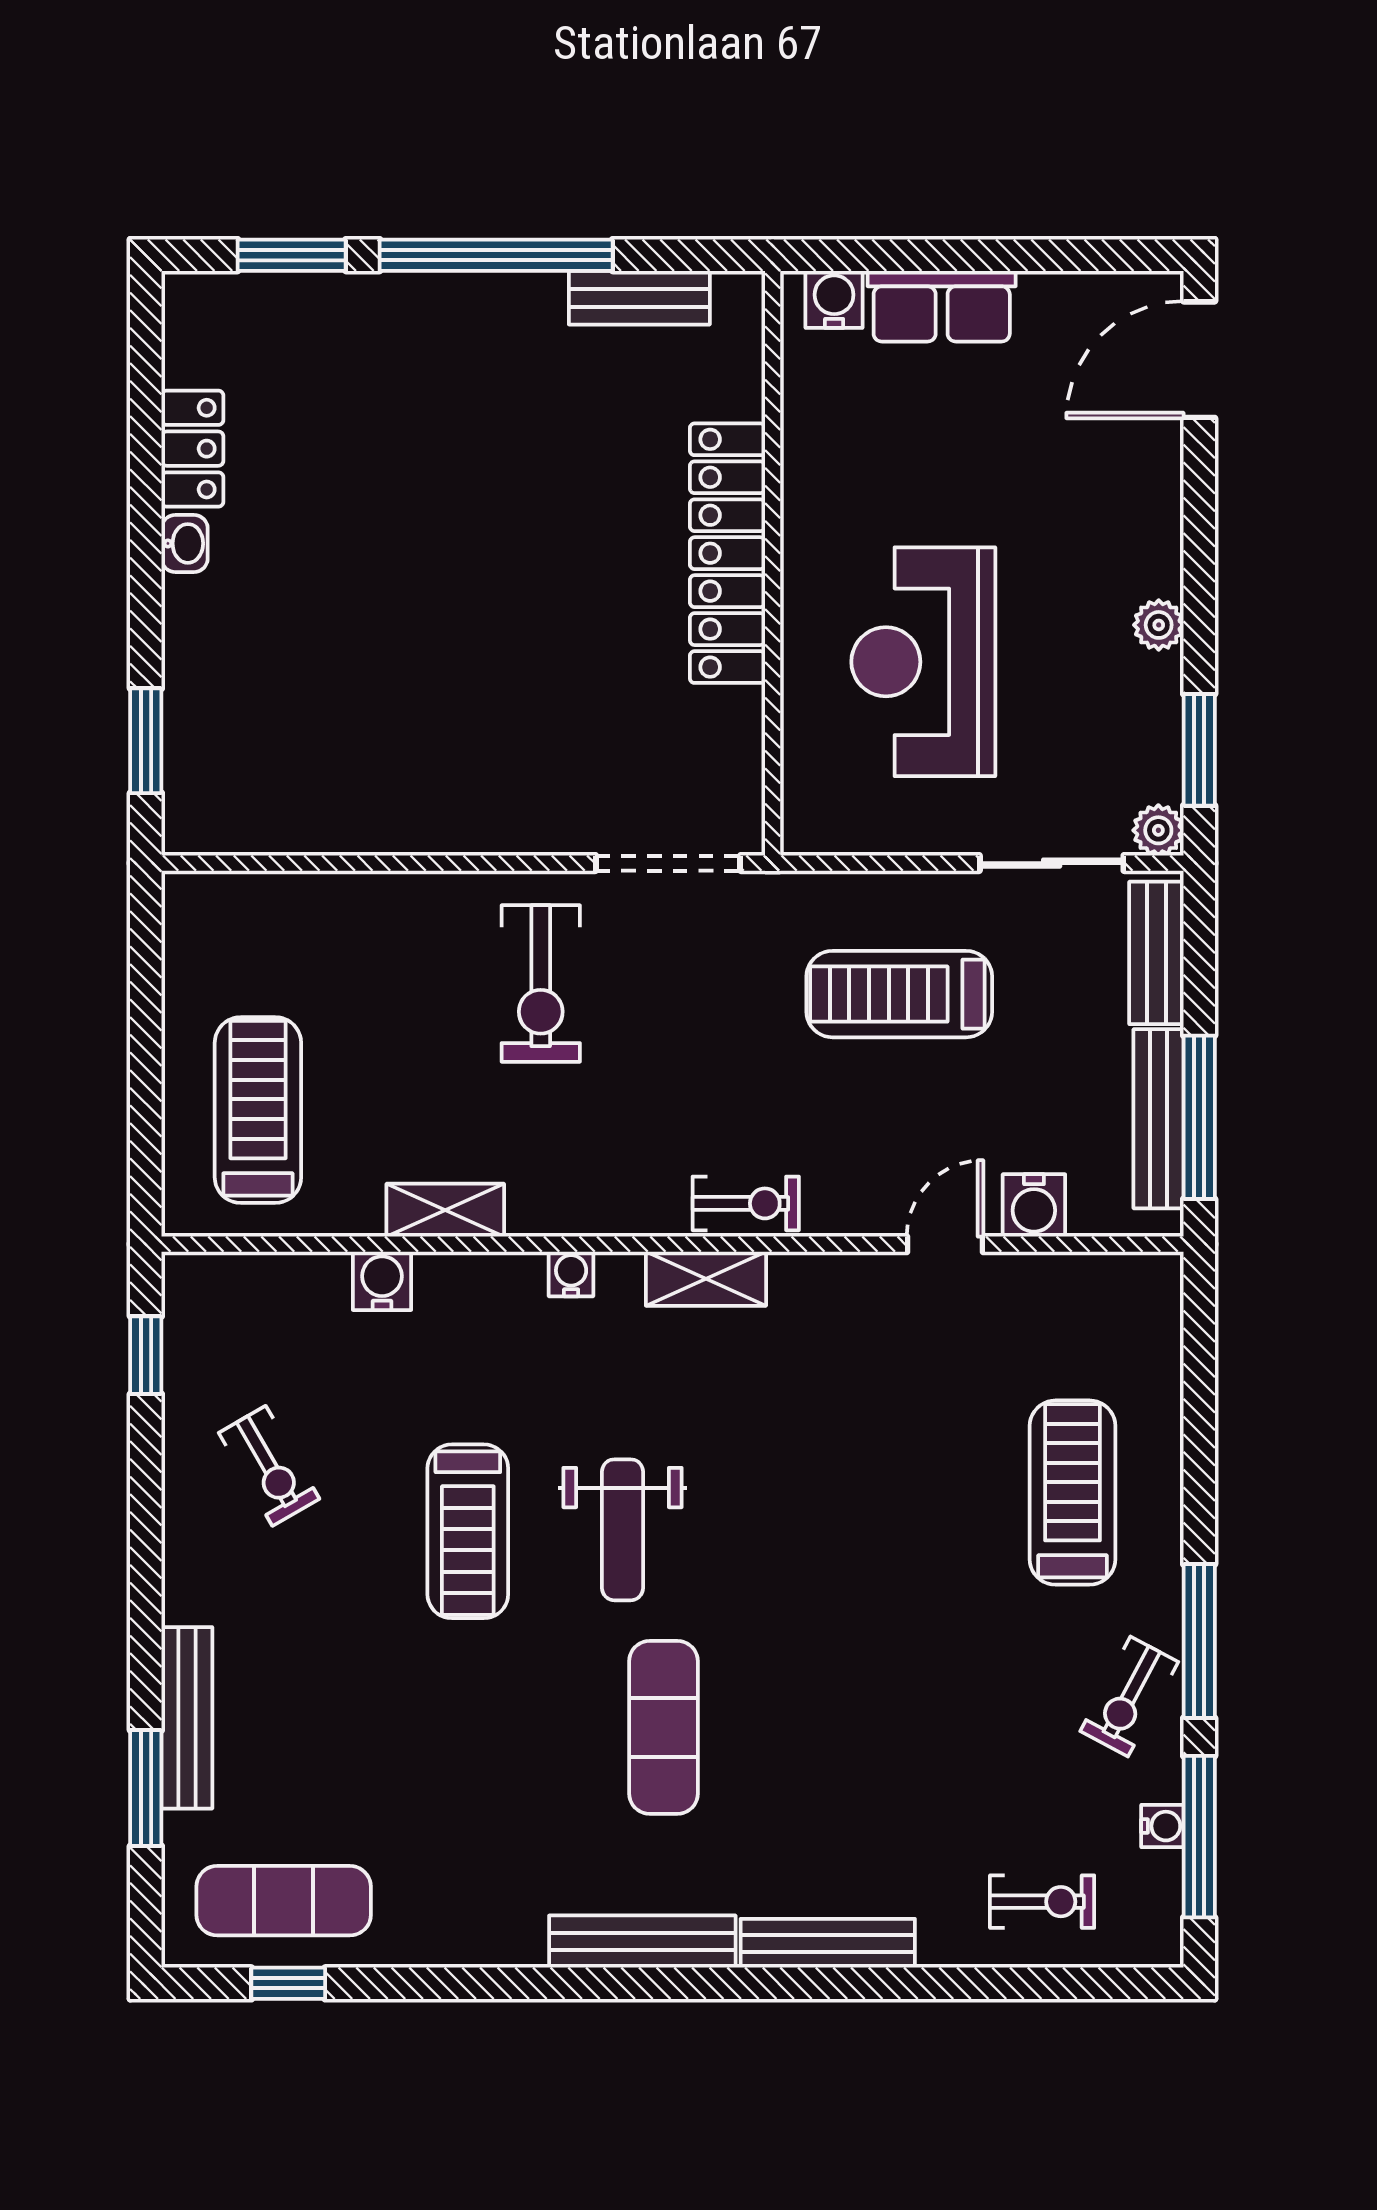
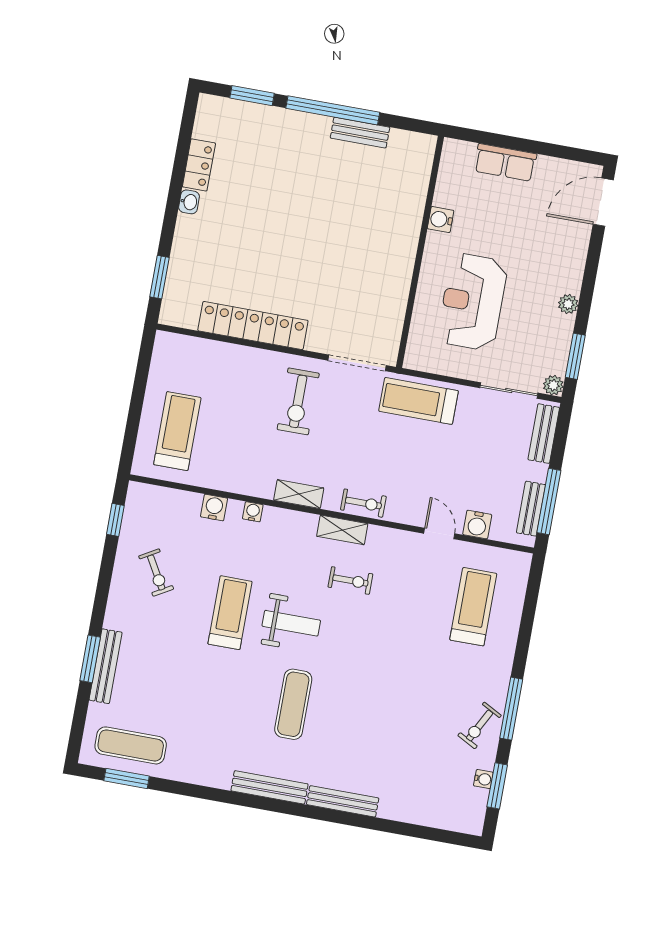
bench: (639, 298) -> (360, 133), moved
water cooler: (834, 299) -> (441, 220), moved, turned -90
locker: (727, 553) -> (253, 326), moved, turned 90
treadmill: (899, 994) -> (418, 401), moved
bench: (1159, 1119) -> (531, 509), width x0.73
shelving: (445, 1210) -> (299, 494), moved
door: (945, 1244) -> (439, 533), hinge flipped
water cooler: (571, 1274) -> (253, 512), moved
treadmill: (1072, 1493) -> (473, 607), moved
weight bench: (623, 1530) -> (291, 623), turned -90
treadmill: (468, 1531) -> (230, 613), turned 180
window: (146, 1788) -> (90, 659), moved
window: (1199, 1837) -> (497, 786), width x0.69
exercise bike: (1042, 1902) -> (350, 580), moved
window: (288, 1983) -> (127, 778), width x1.50

